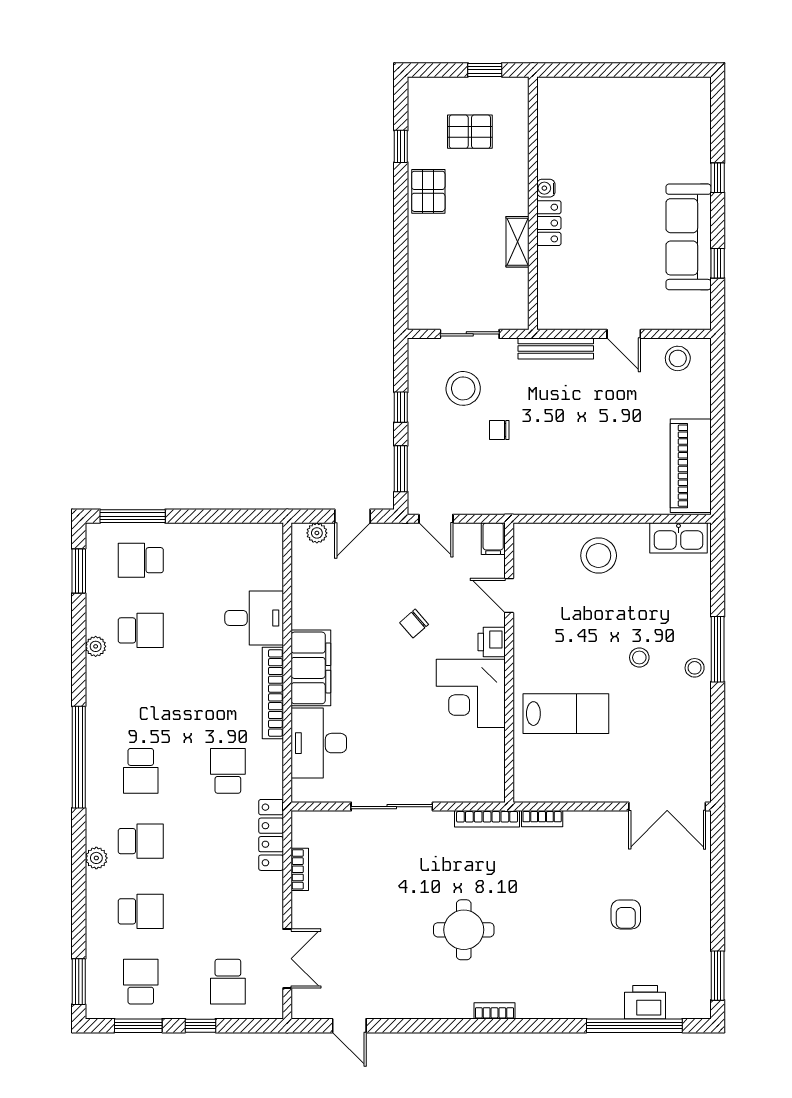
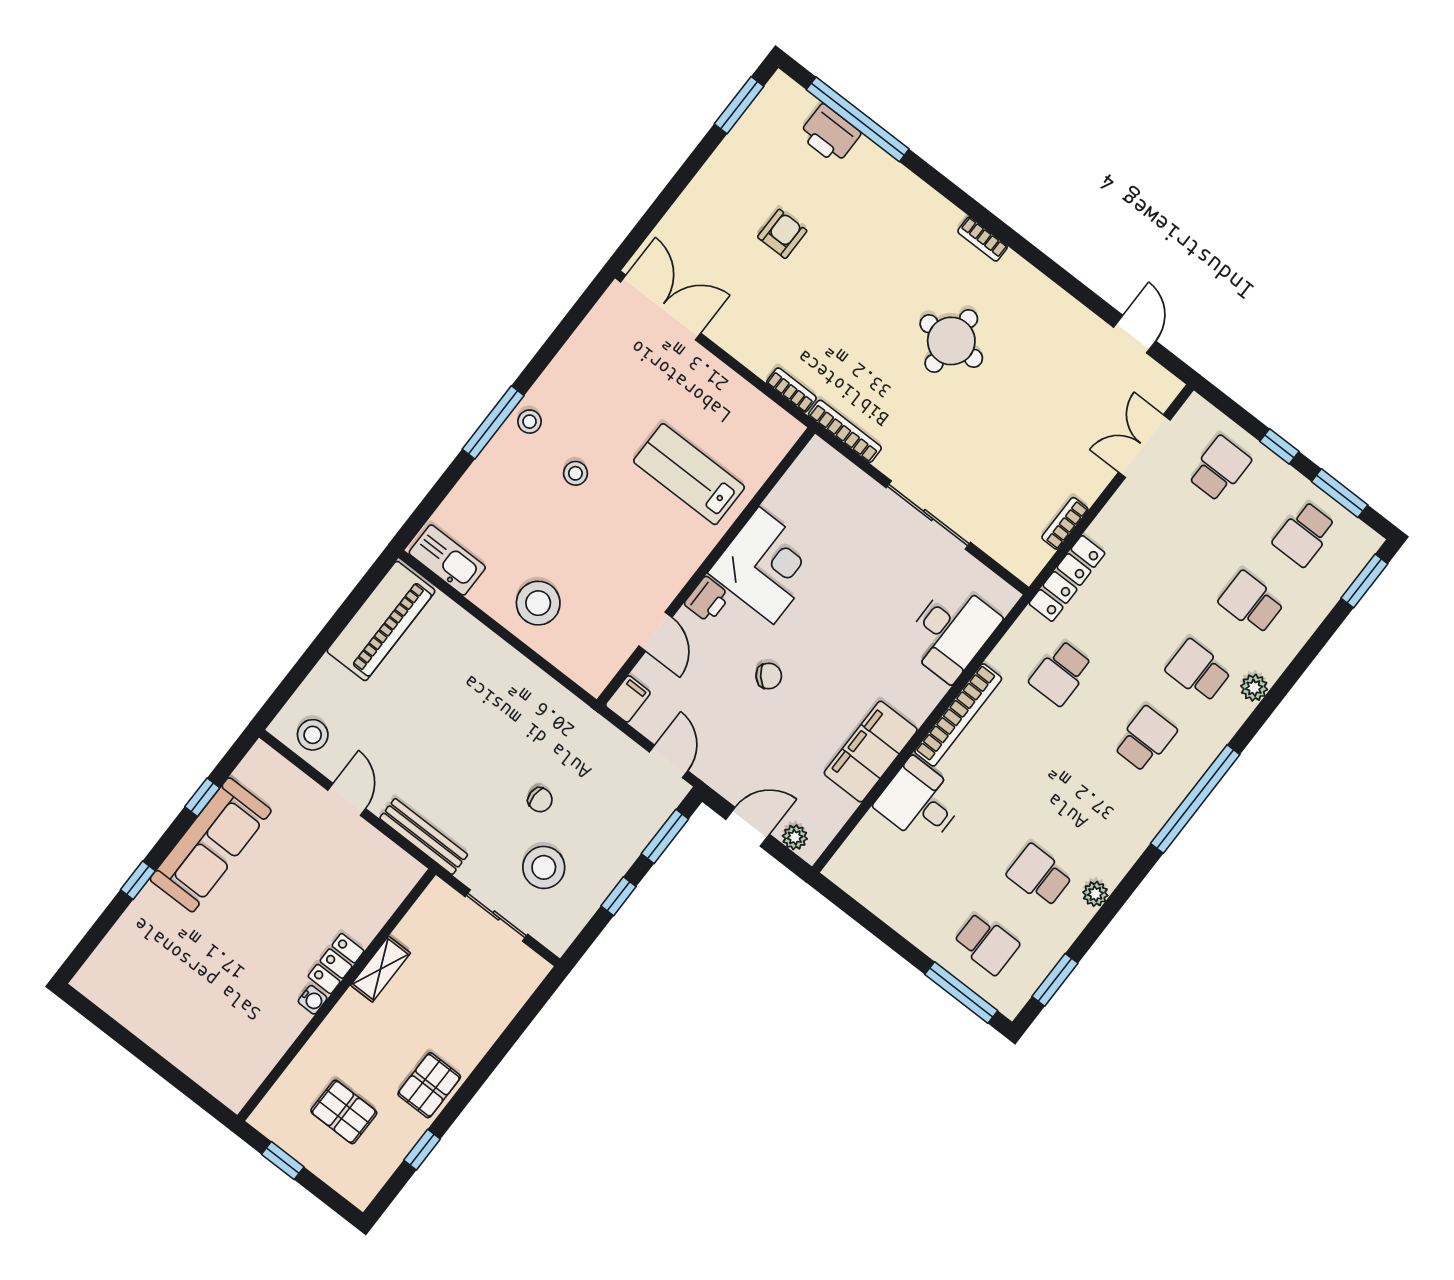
filing cabinet: (311, 668) -> (871, 752), moved

